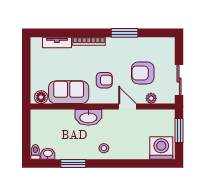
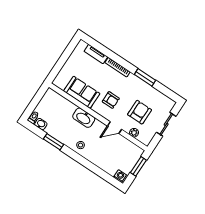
armchair: (143, 73) -> (140, 112), turned 90
sliding door: (179, 80) -> (166, 124), moved
floor lamp: (41, 97) -> (61, 83), removed
door: (127, 106) -> (115, 128), swing flipped
washing machine: (161, 148) -> (120, 176), width x0.53, depth x0.53

